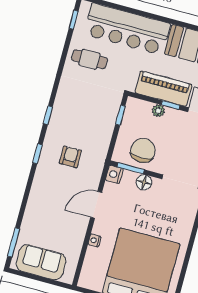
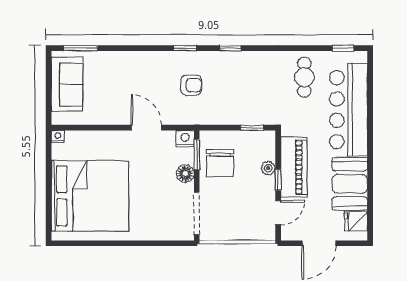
chair: (143, 151) -> (220, 163), turned 90
nightstand: (95, 240) -> (58, 136), moved

